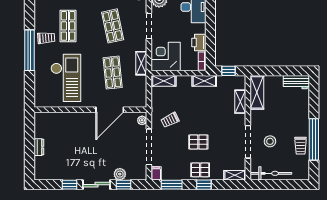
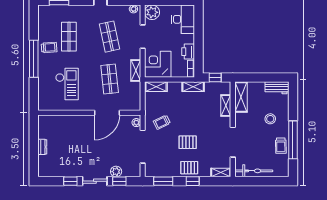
checkout: (66, 78) -> (67, 84), width x0.73, depth x0.83
stool: (270, 141) -> (270, 119), moved
filing cabinet: (156, 173) -> (149, 171), removed

